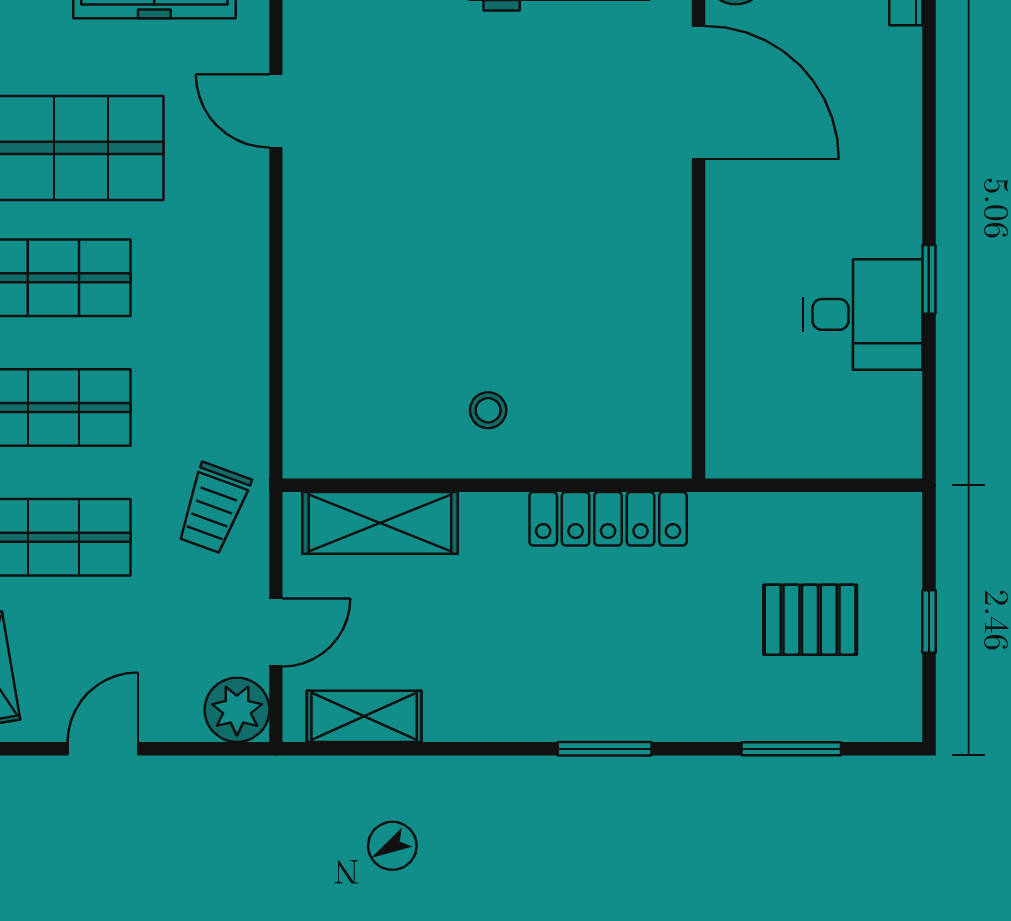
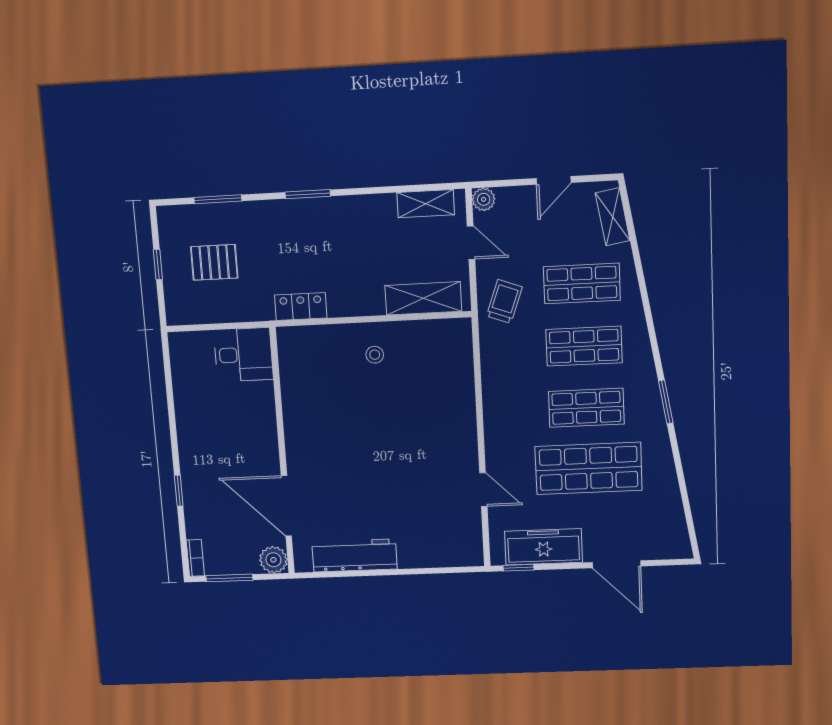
window: (929, 279) -> (179, 491), moved
desk: (863, 314) -> (243, 355), moved, turned 180
locker: (608, 519) -> (301, 307), width x0.66
door: (276, 632) -> (471, 243), swing flipped
plant: (237, 710) -> (484, 199), width x0.73, depth x0.73

